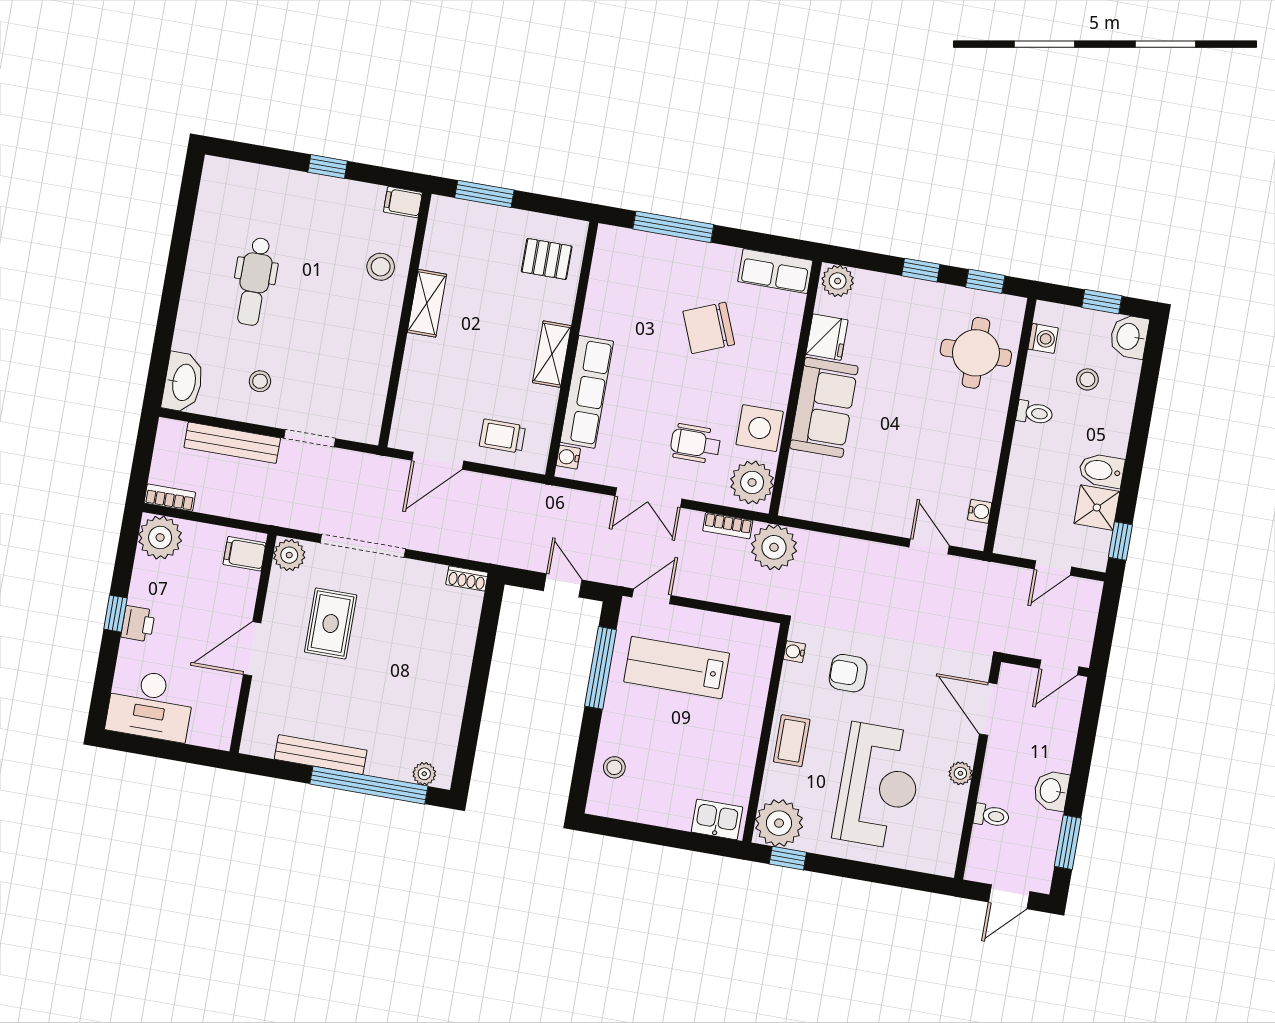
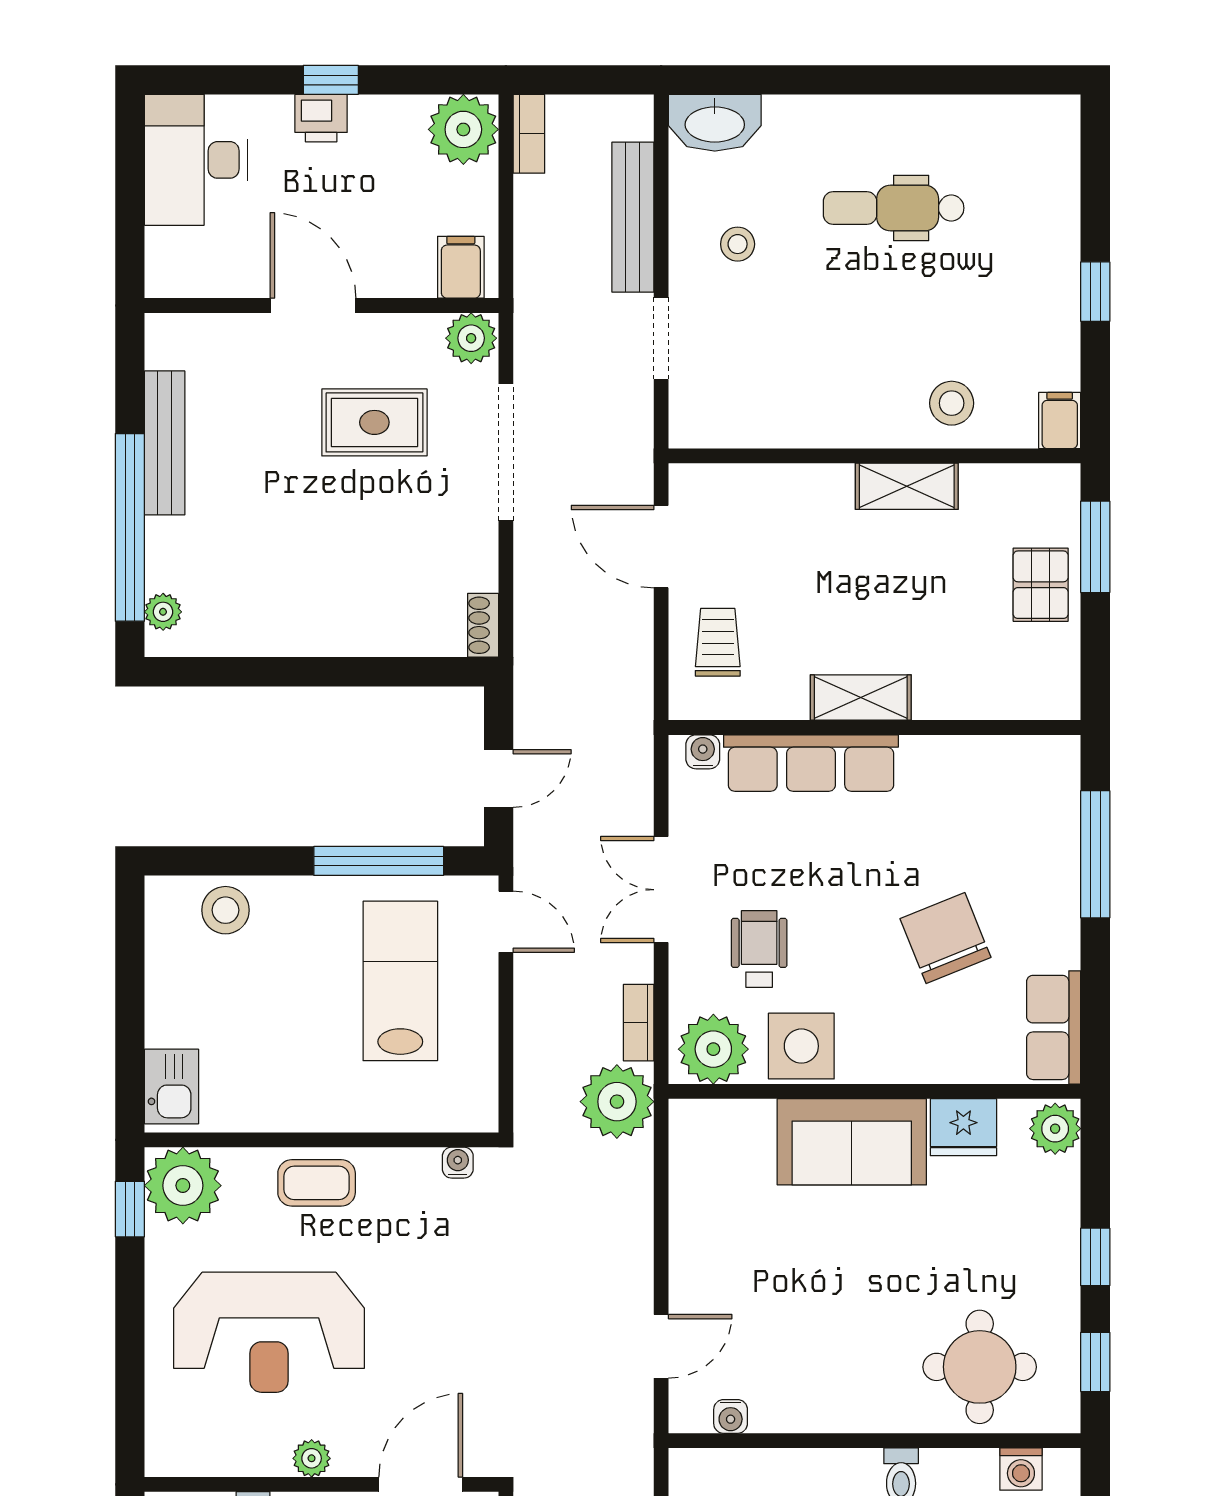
pallet: (547, 259) -> (1041, 585), moved
armchair: (848, 673) -> (439, 1253), removed
stool: (614, 767) -> (225, 910), width x1.37, depth x1.37

